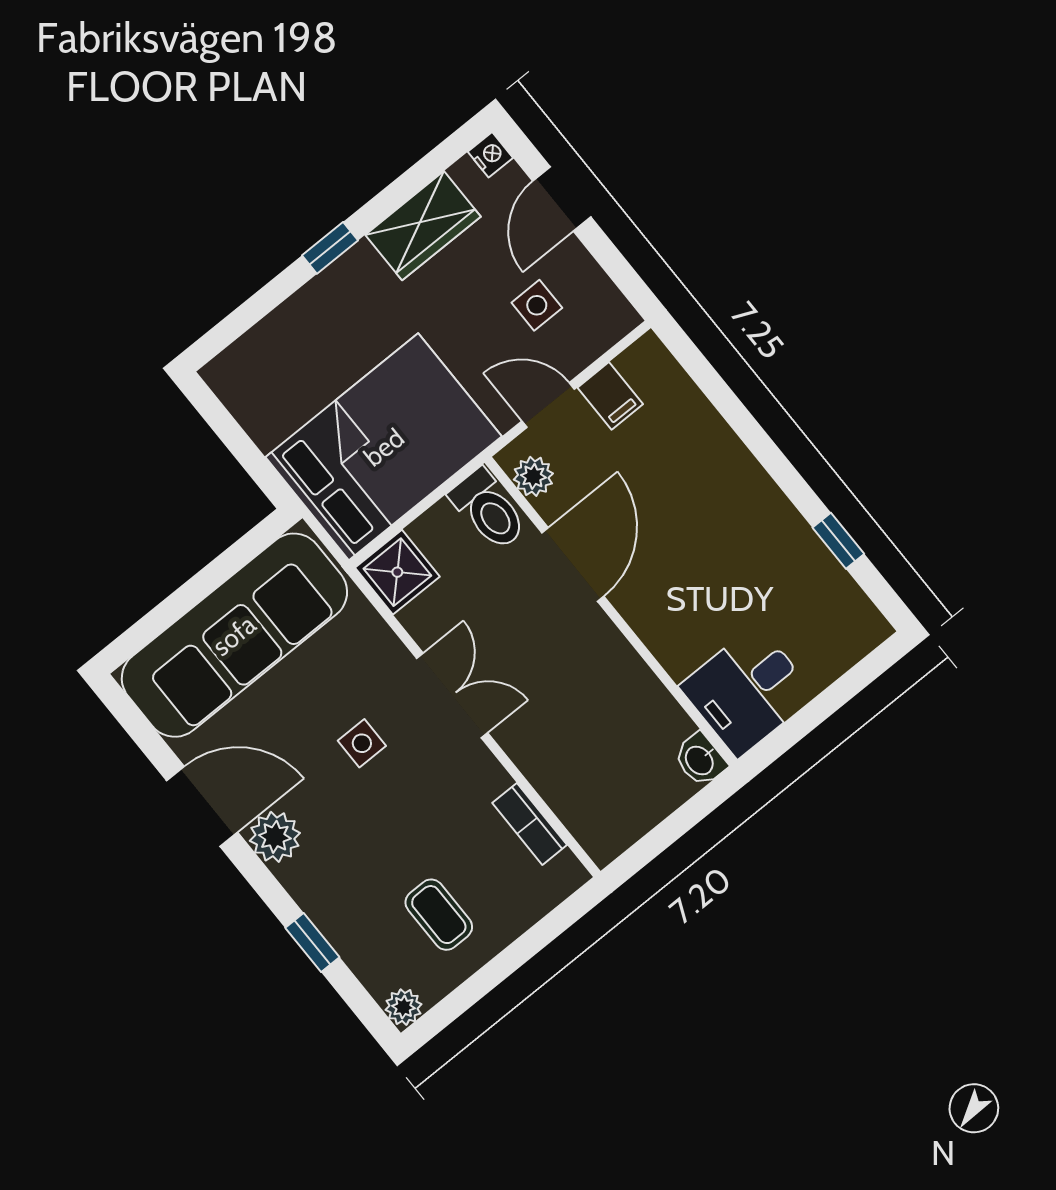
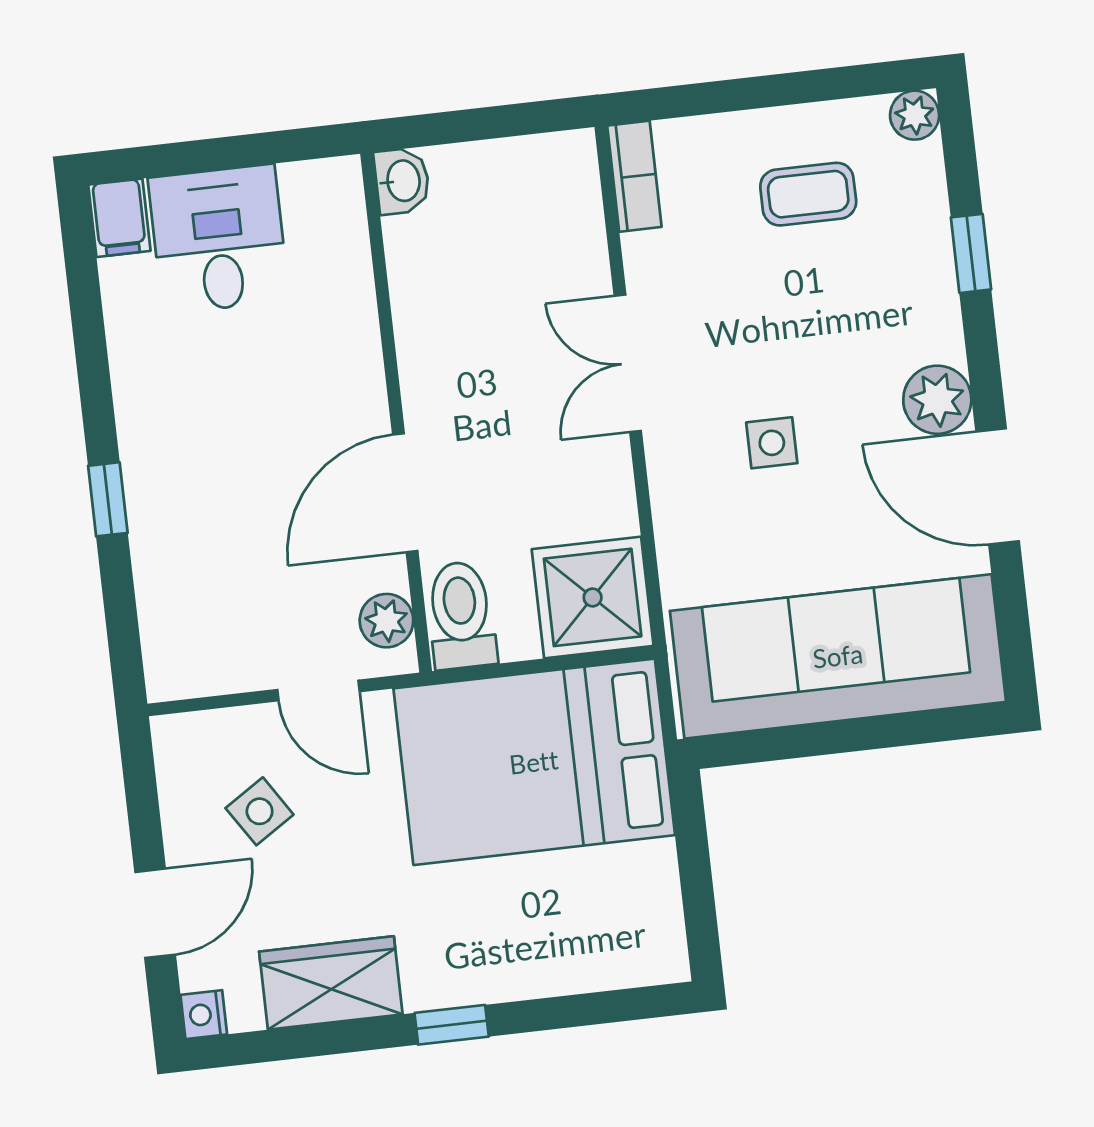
side table: (537, 305) -> (260, 811), turned -33
filing cabinet: (610, 396) -> (119, 218), moved, turned 180
window: (838, 541) -> (108, 499), moved
shower: (397, 572) -> (593, 597), width x1.36, depth x1.36
desk: (747, 691) -> (219, 239), moved, turned -90
double door: (452, 695) -> (628, 363), moved
bookcase: (530, 824) -> (634, 176), moved
coffee table: (439, 915) -> (808, 194), turned 90

